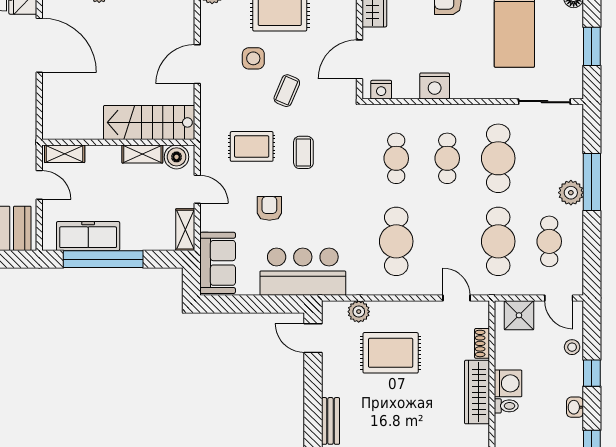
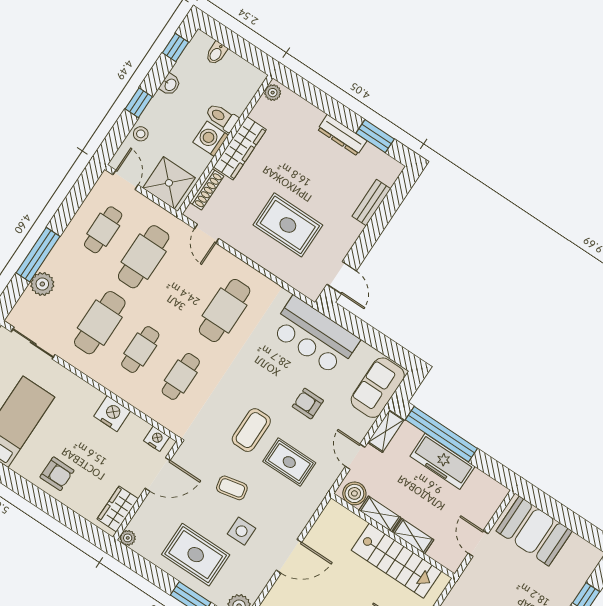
coffee table: (287, 91) -> (232, 488), turned 55
stairs: (149, 122) -> (396, 561), moved
coffee table: (303, 152) -> (251, 430), width x1.36, depth x1.30
shelving: (65, 154) -> (413, 536), moved
plant: (571, 193) -> (42, 284), moved
armchair: (269, 208) -> (308, 404), turned 90
freezer: (88, 236) -> (442, 461), moved
window: (103, 259) -> (441, 434), moved
plant: (359, 312) -> (291, 275), removed
shower: (519, 315) -> (169, 183), width x1.36, depth x1.36
shoe rack: (482, 343) -> (207, 189), width x1.43
toilet: (506, 406) -> (222, 117), width x1.37, depth x1.39

